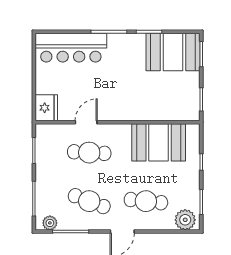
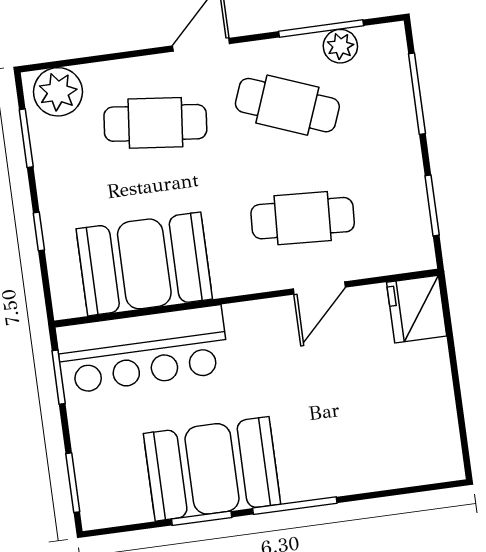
bar counter: (71, 48) -> (143, 349), moved, turned 180
booth: (173, 52) -> (212, 469), moved
plant: (50, 223) -> (340, 46), moved

